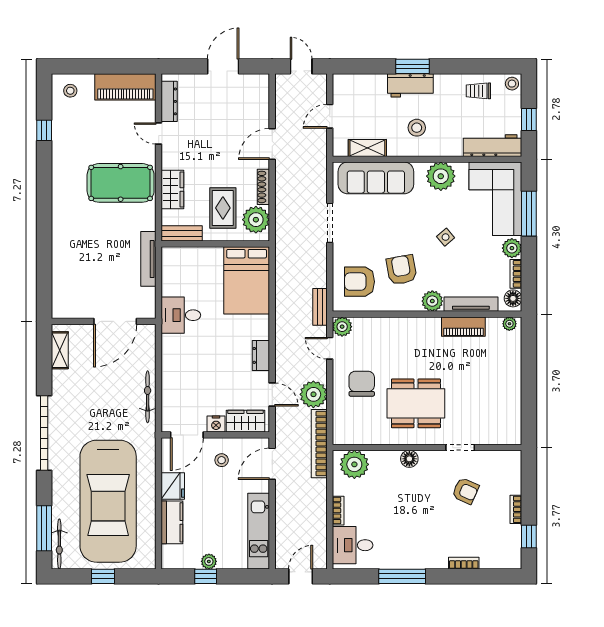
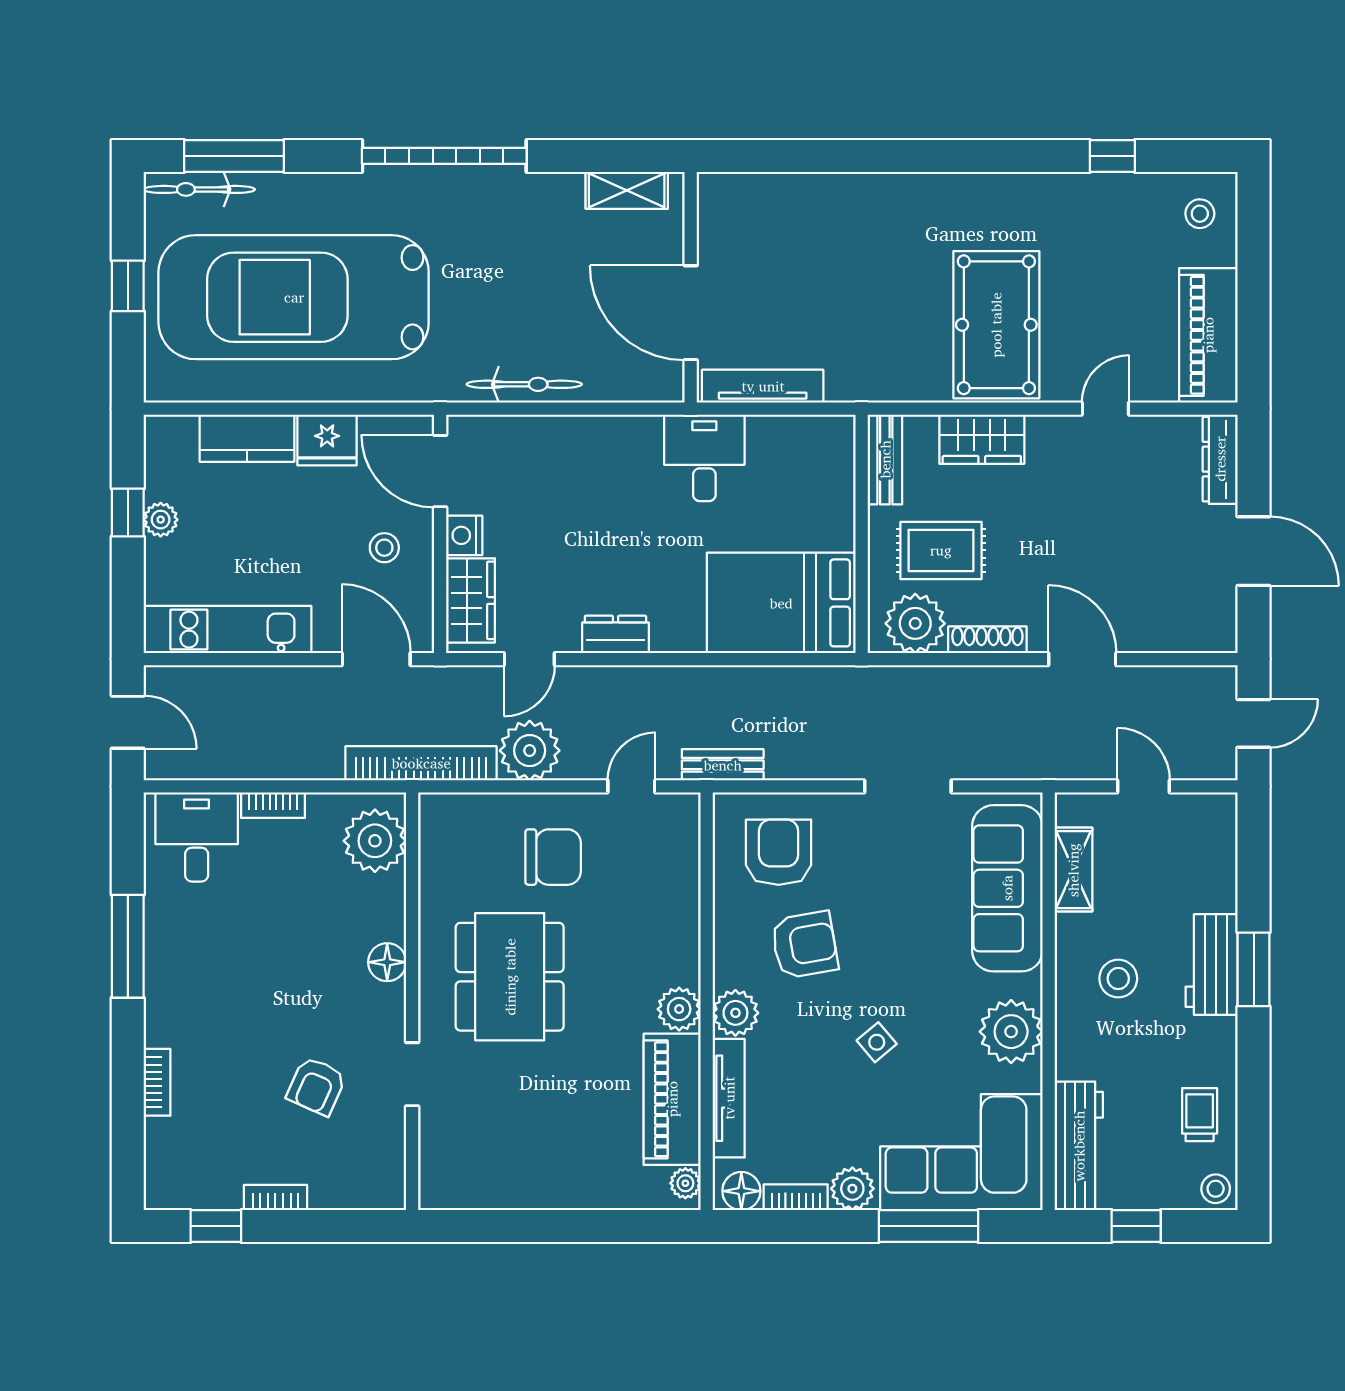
dresser: (169, 101) -> (1220, 459), moved, turned 90
tv unit: (148, 259) -> (763, 386), moved
plant: (342, 327) -> (679, 1009), moved
piano: (463, 327) -> (672, 1099), width x1.37, depth x1.33

